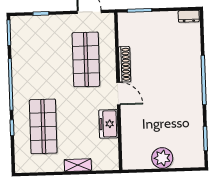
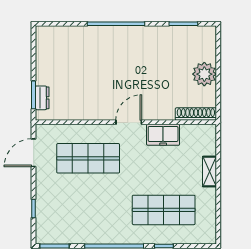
dresser: (189, 16) -> (42, 98), moved
shoe rack: (125, 64) -> (196, 114), moved

